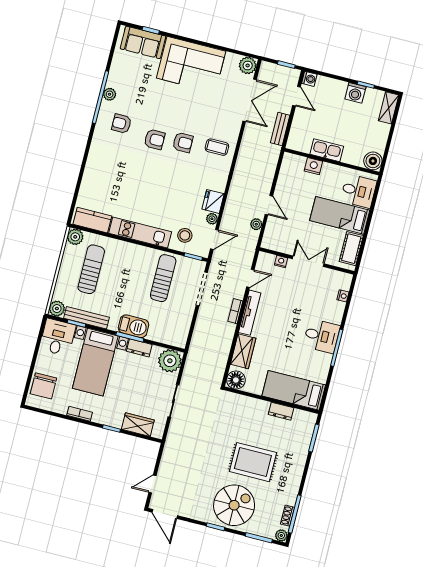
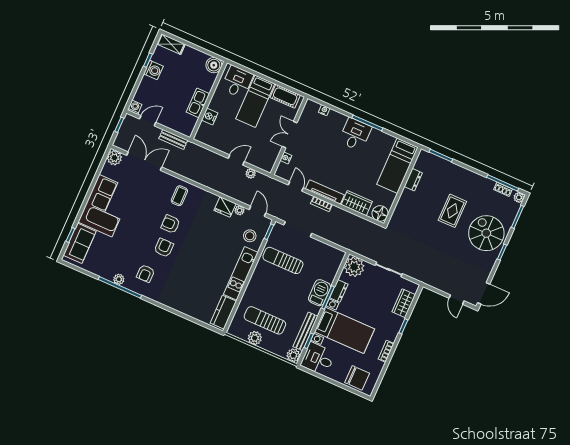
armchair: (183, 142) -> (170, 224), turned -90
plant: (75, 237) -> (255, 338), moved
rug: (253, 462) -> (452, 211), width x0.73, depth x0.70

